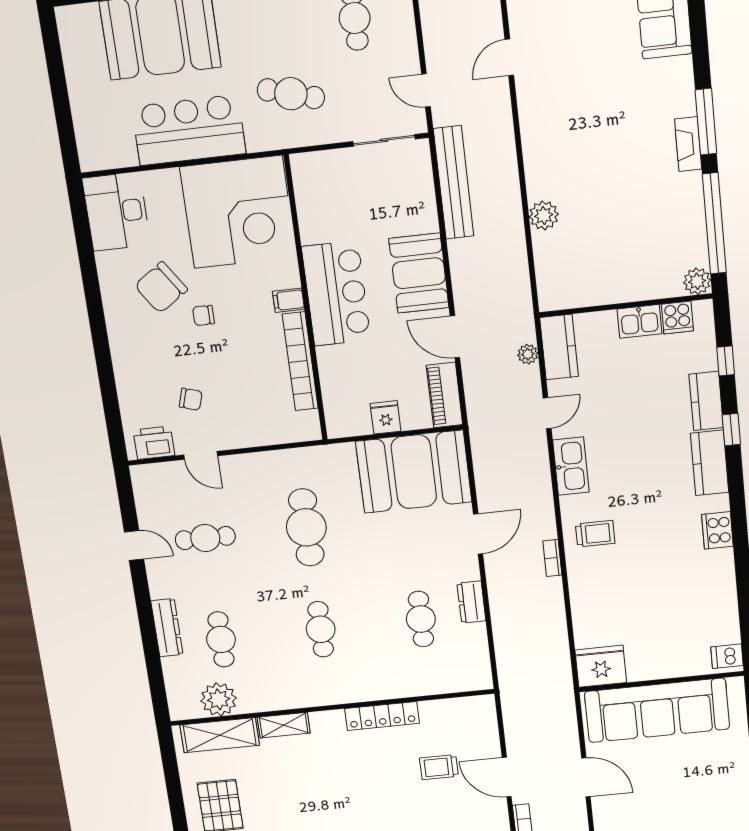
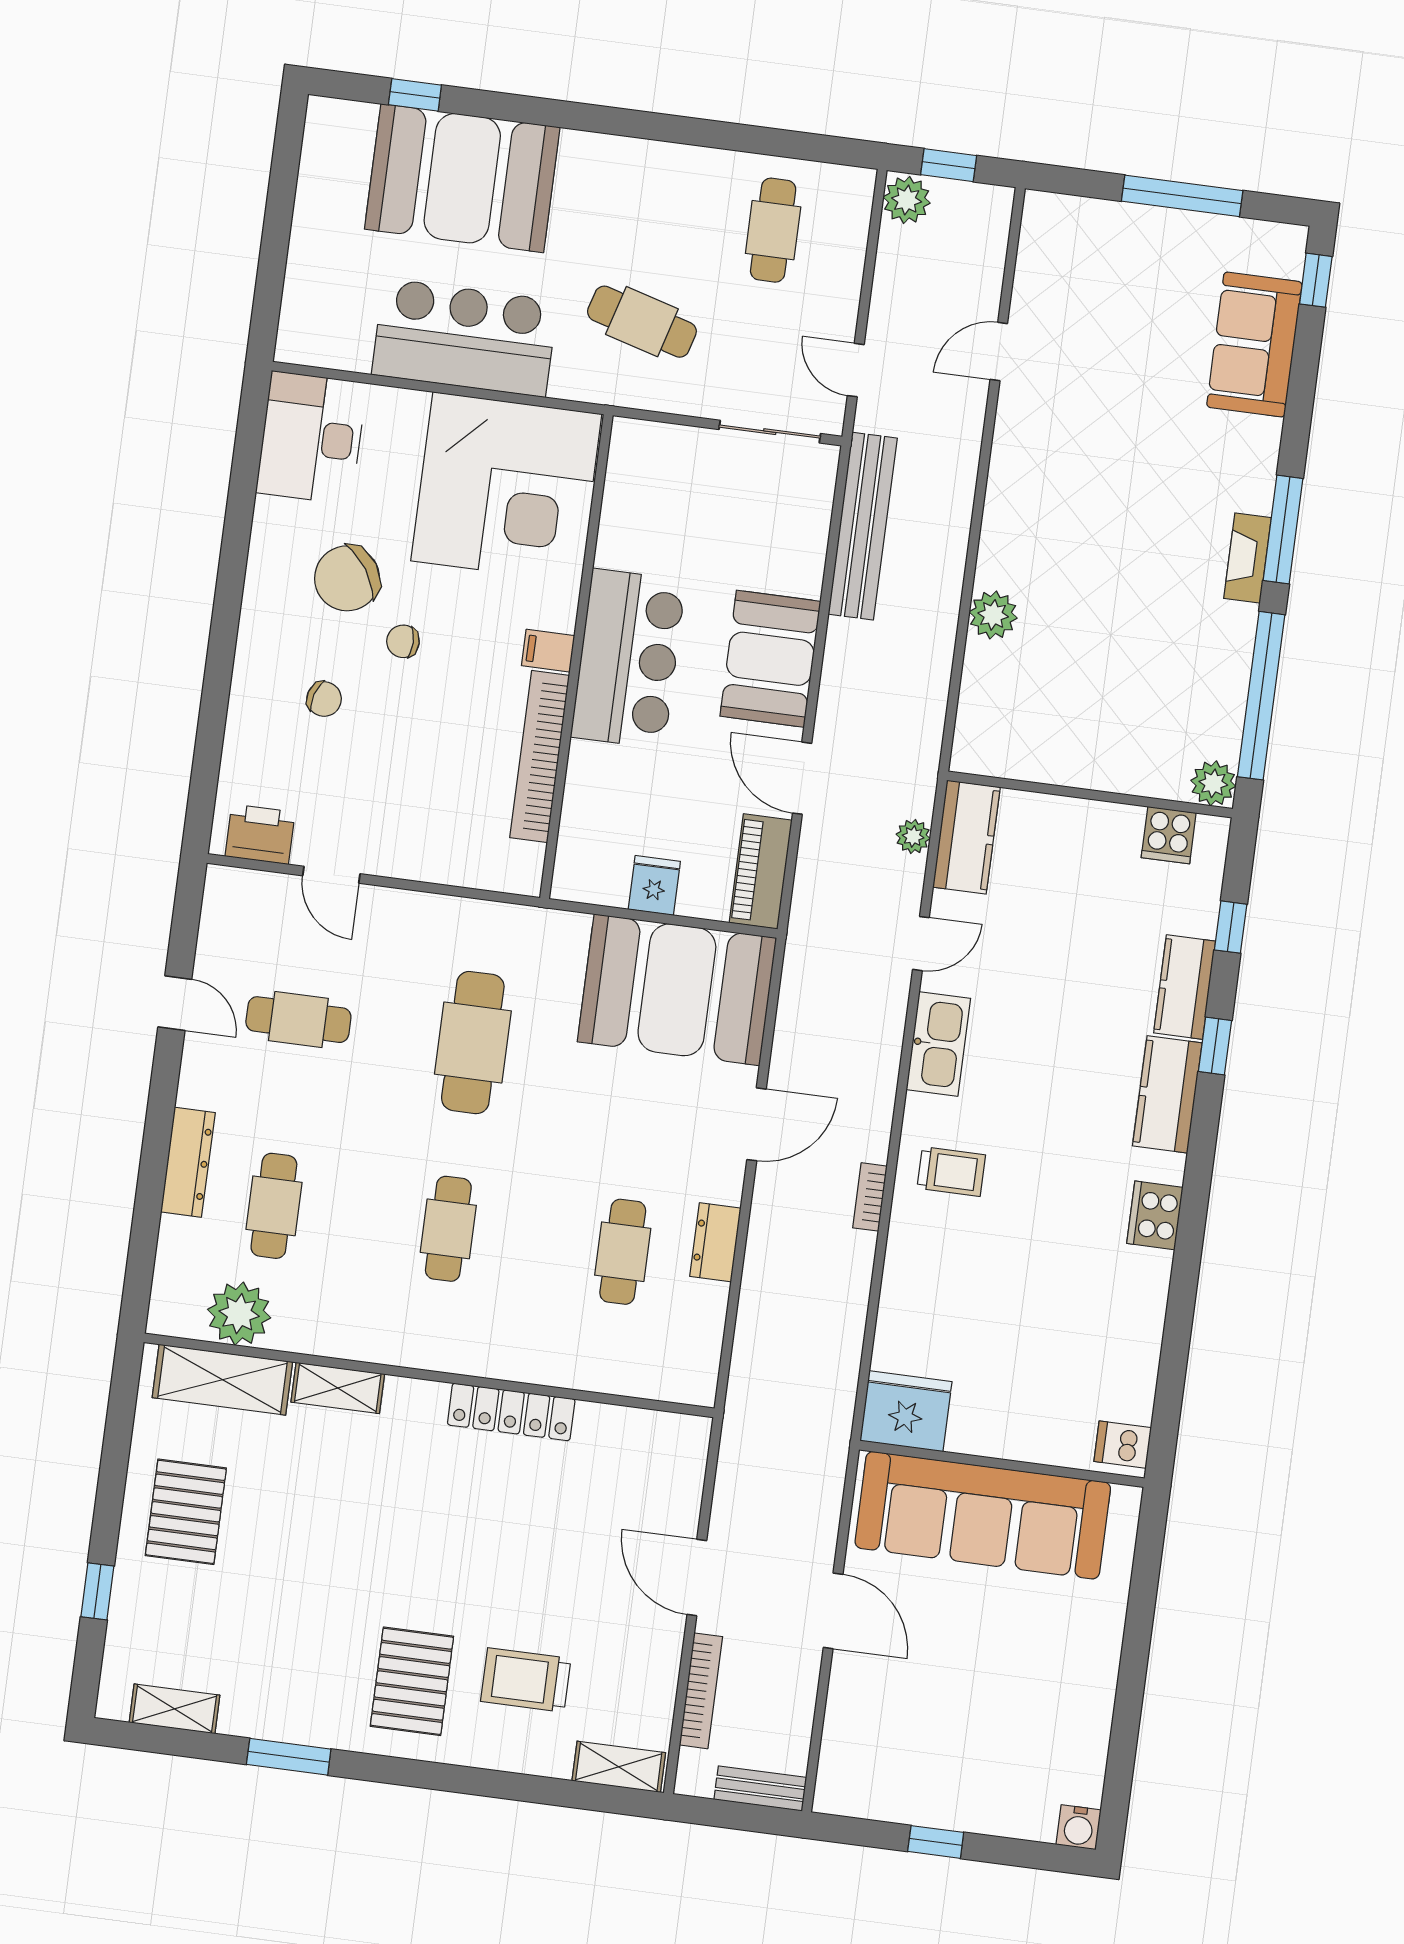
kitchen sink: (640, 321) -> (1106, 827), removed
chair: (191, 399) -> (324, 699), moved
trolley: (439, 767) -> (585, 1531), removed

